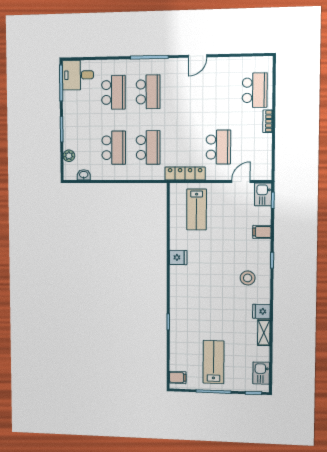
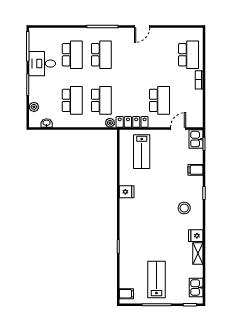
desk: (78, 75) -> (42, 64), moved
plant: (158, 174) -> (110, 123), added

